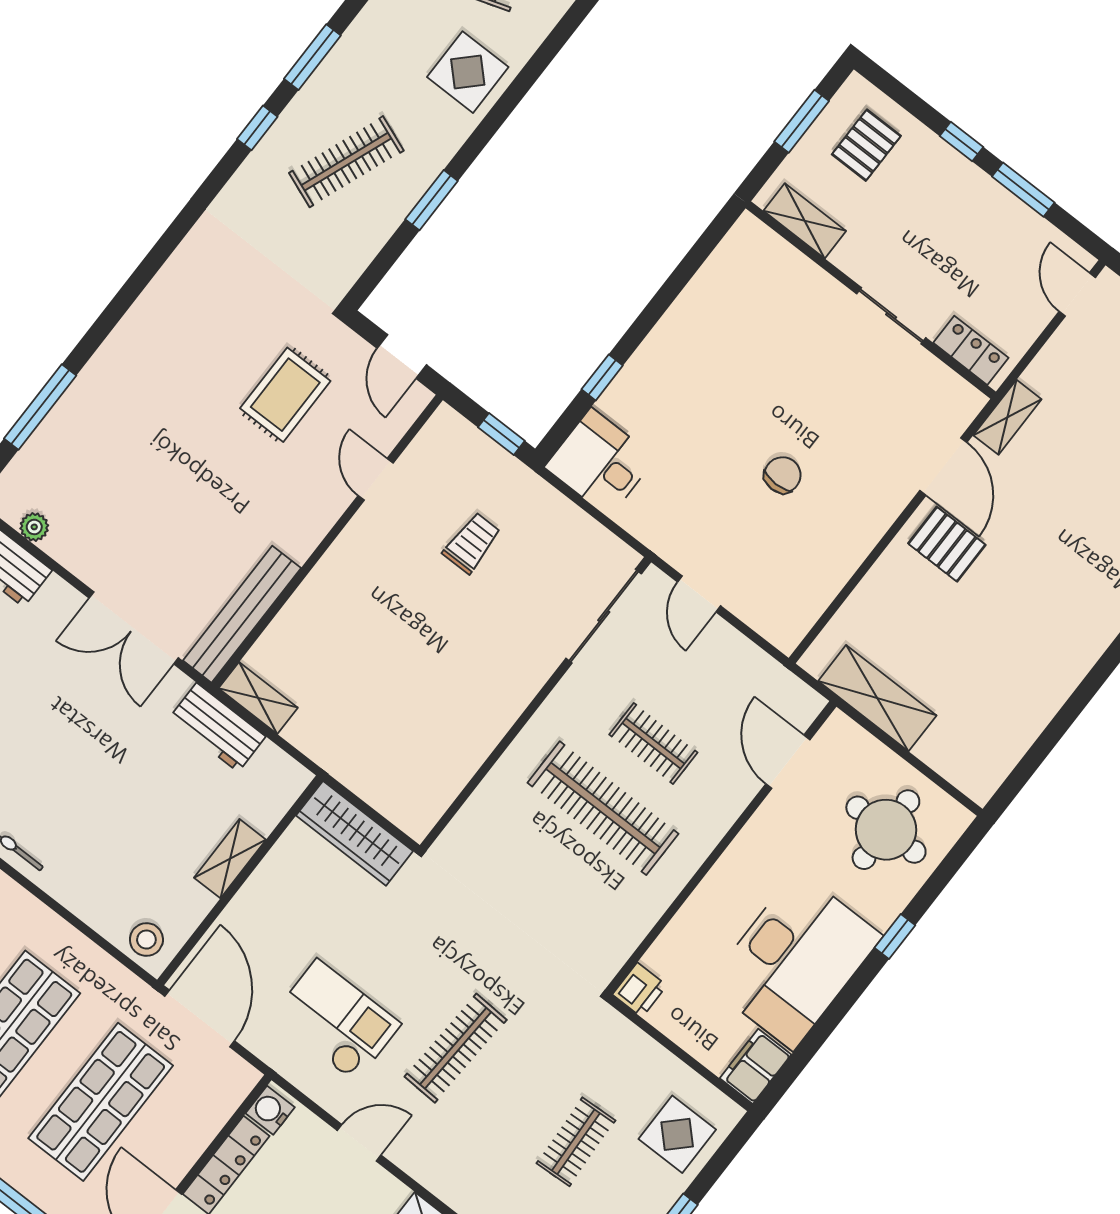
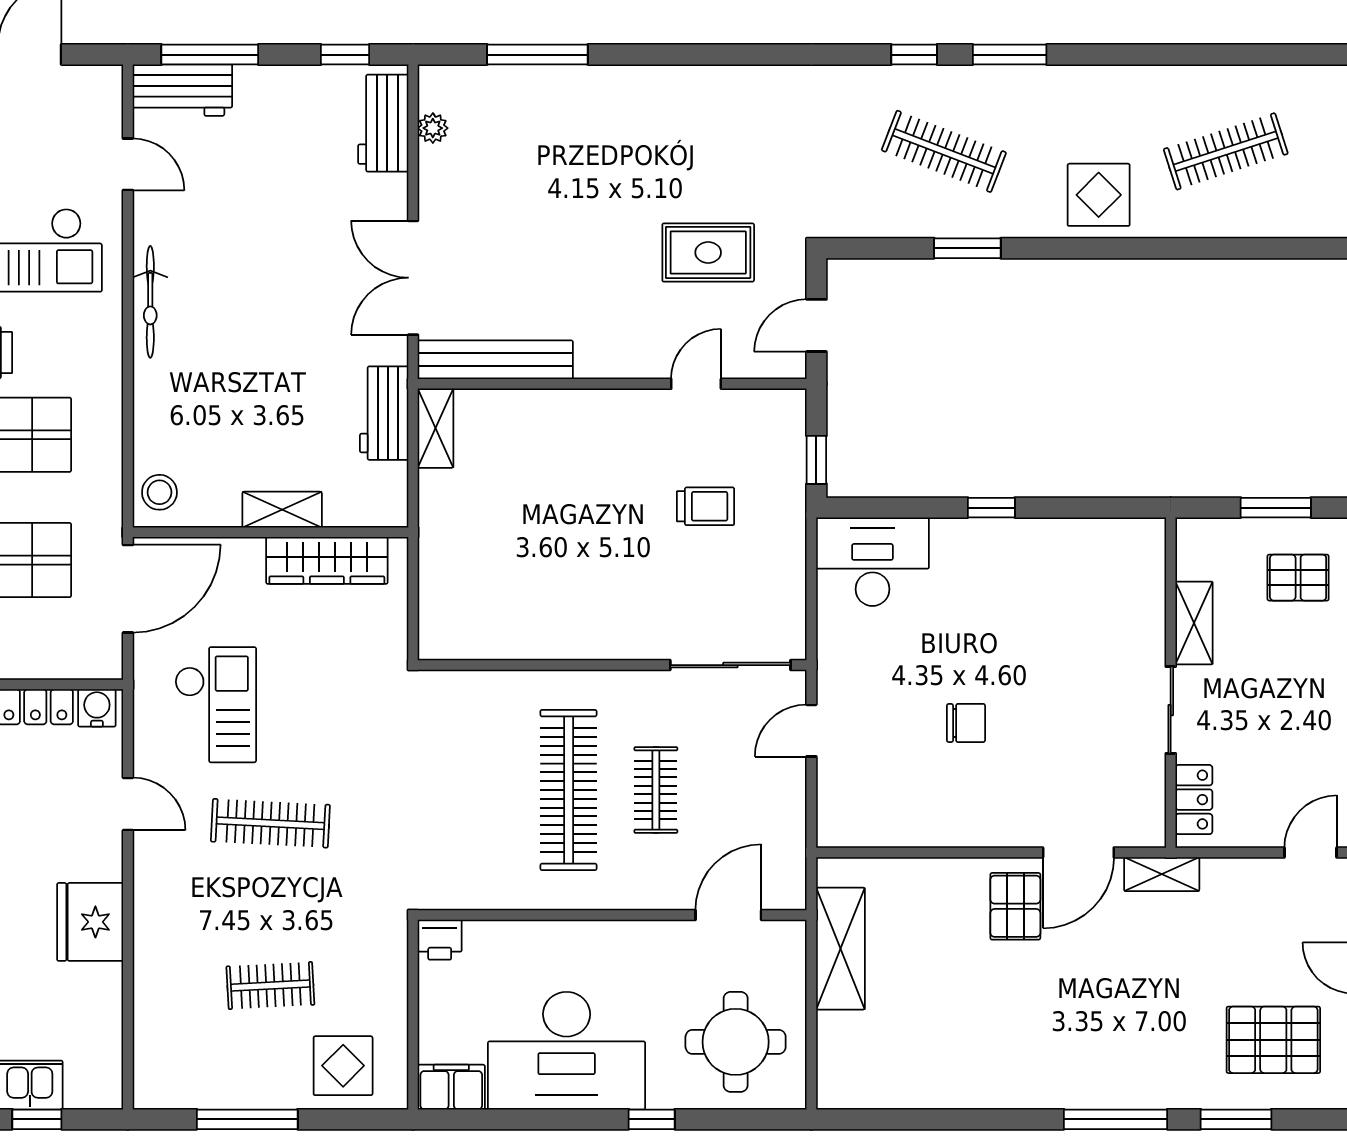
shelving: (805, 221) -> (1194, 623), moved
window: (602, 377) -> (991, 508), moved
desk: (600, 463) -> (872, 562), width x1.37
wardrobe: (354, 833) -> (327, 560), moved, turned -90

